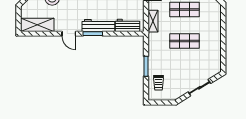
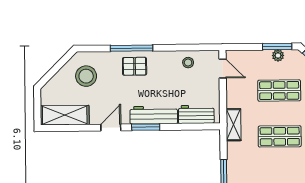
shelving: (153, 21) -> (234, 125), moved
door: (69, 34) -> (111, 127), swing flipped

